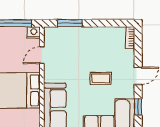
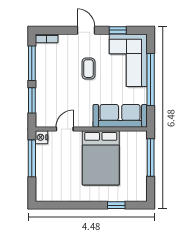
window: (106, 23) -> (32, 63), added
door: (42, 55) -> (65, 129), swing flipped

